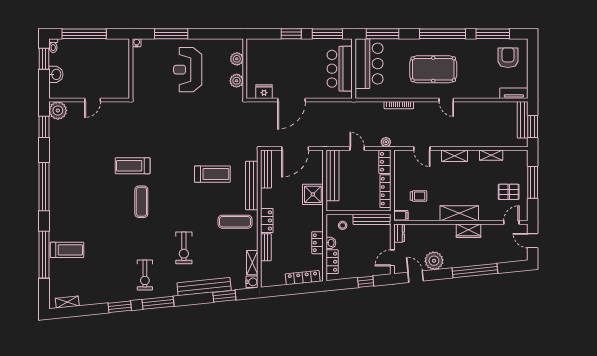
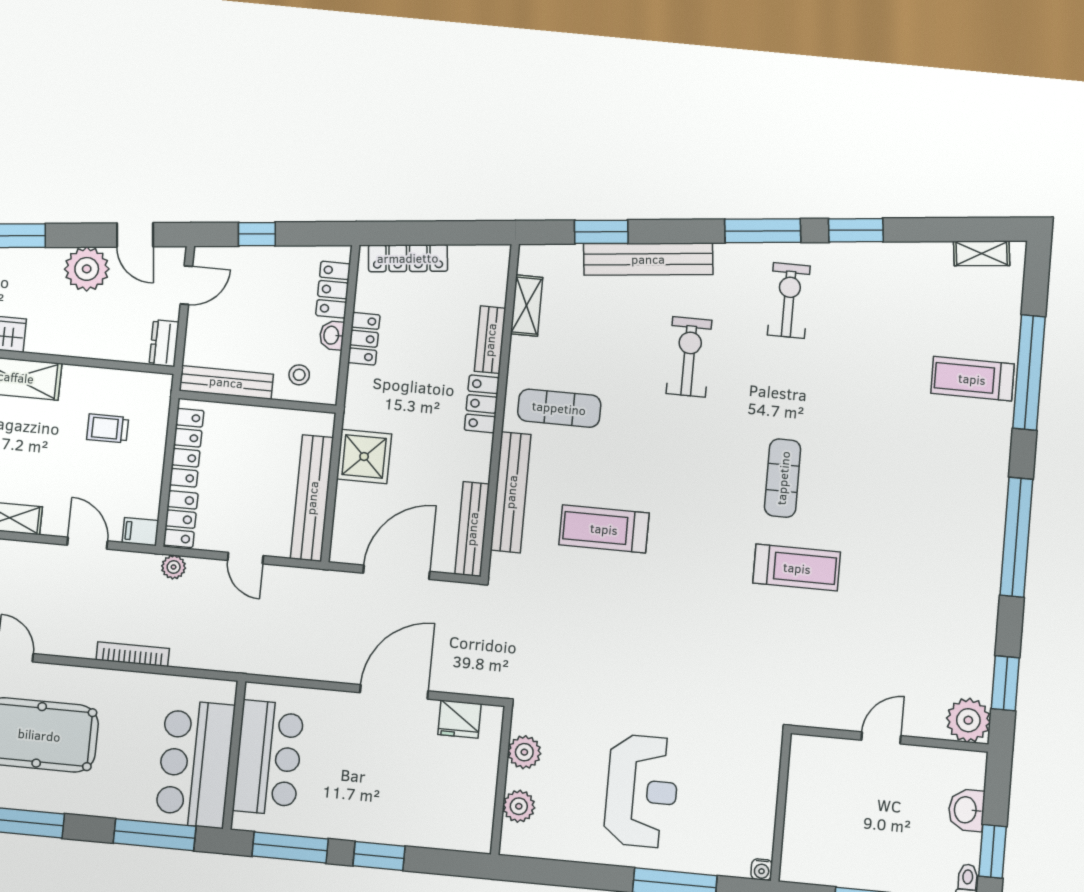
filing cabinet: (401, 216) -> (140, 532), moved
water cooler: (252, 282) -> (532, 260), removed

